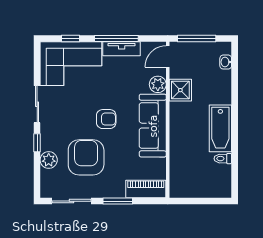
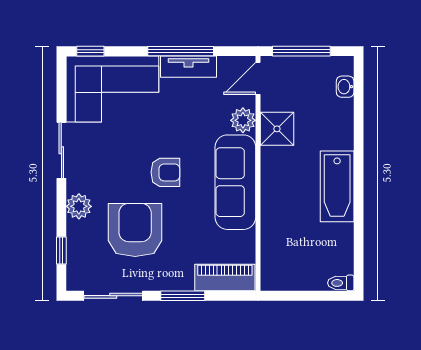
window: (71, 38) -> (90, 51), moved
window: (37, 143) -> (61, 251), moved
toilet: (223, 159) -> (341, 283), moved
plant: (49, 160) -> (79, 206), moved

